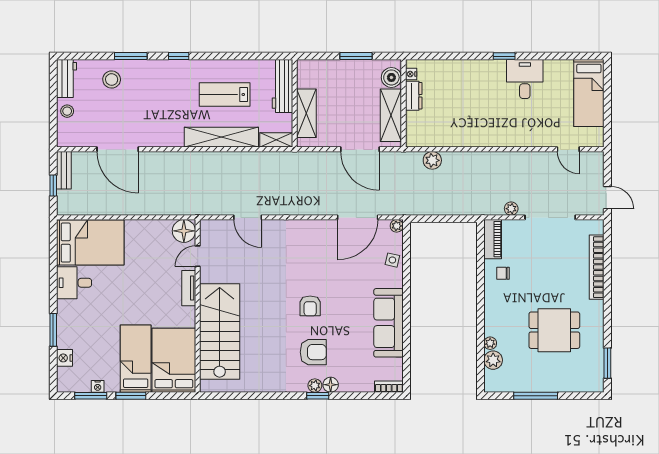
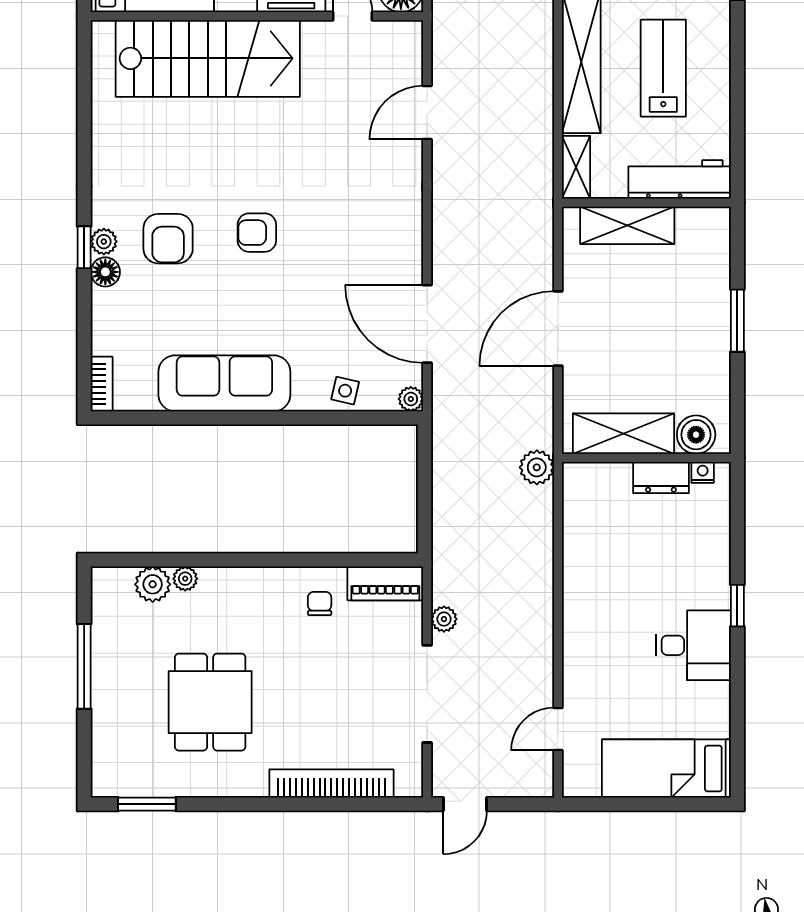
nightstand: (411, 74) -> (703, 472), moved
boiler: (391, 77) -> (696, 435), moved
dresser: (414, 96) -> (661, 477), moved
wall: (403, 103) -> (646, 458), moved
shelving: (391, 115) -> (623, 434), moved

